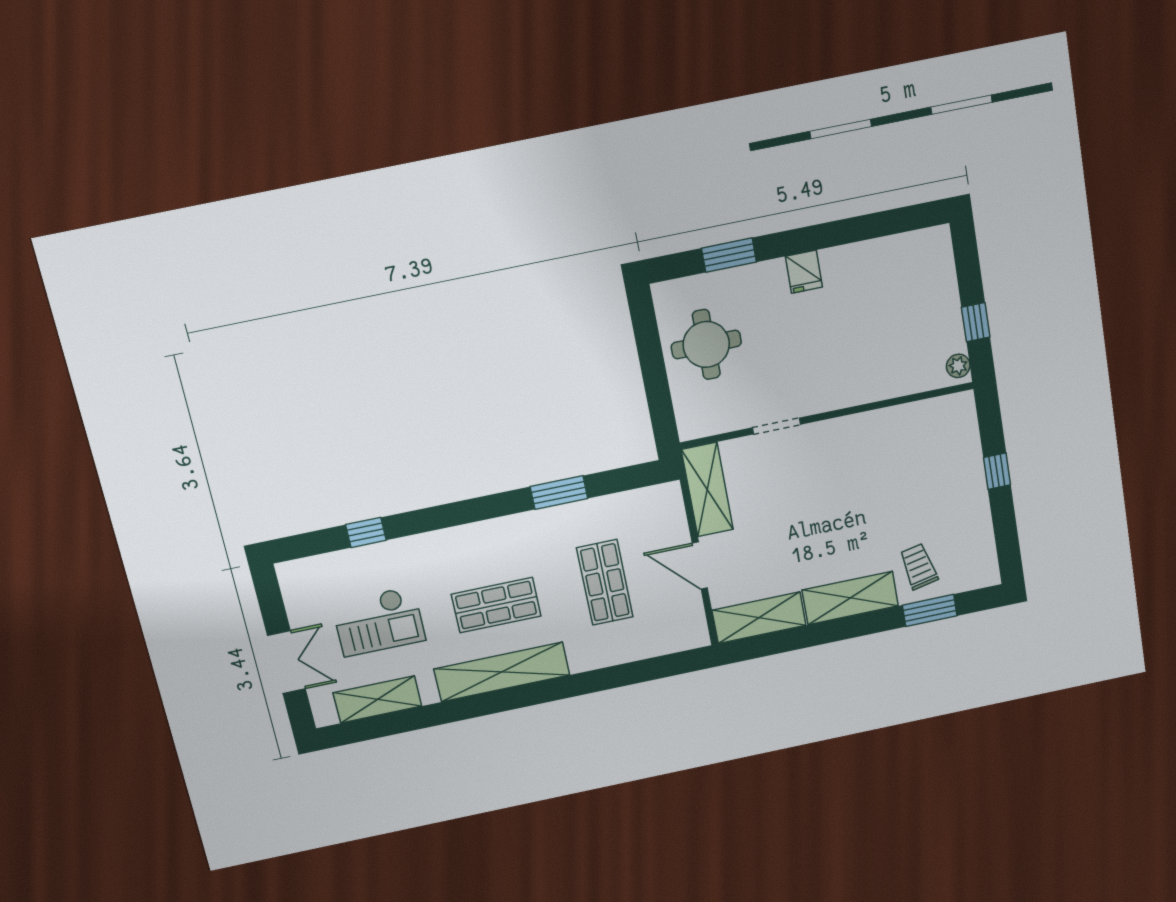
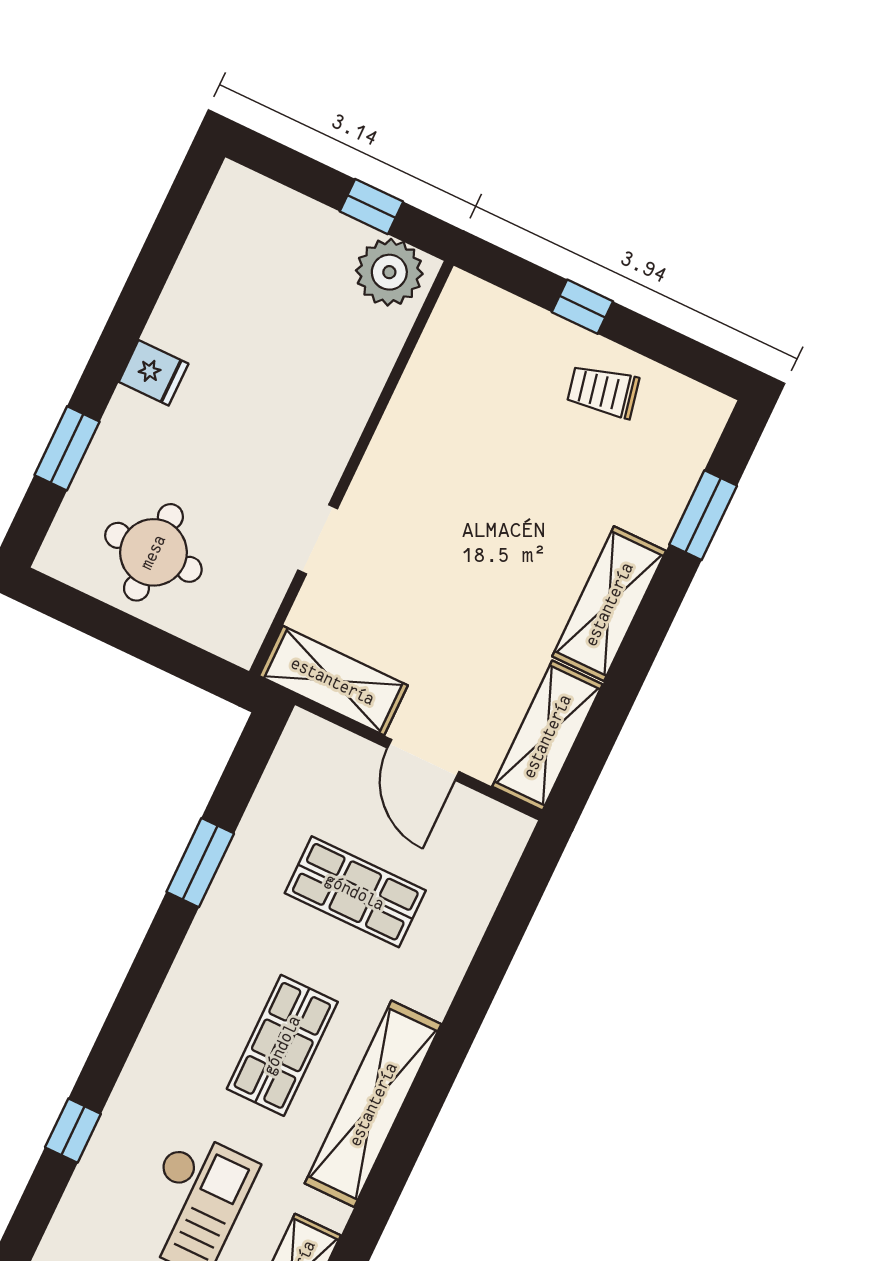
plant: (958, 366) -> (389, 272), width x1.88, depth x1.88
door: (700, 566) -> (423, 760), hinge flipped
trolley: (919, 566) -> (603, 391), moved

